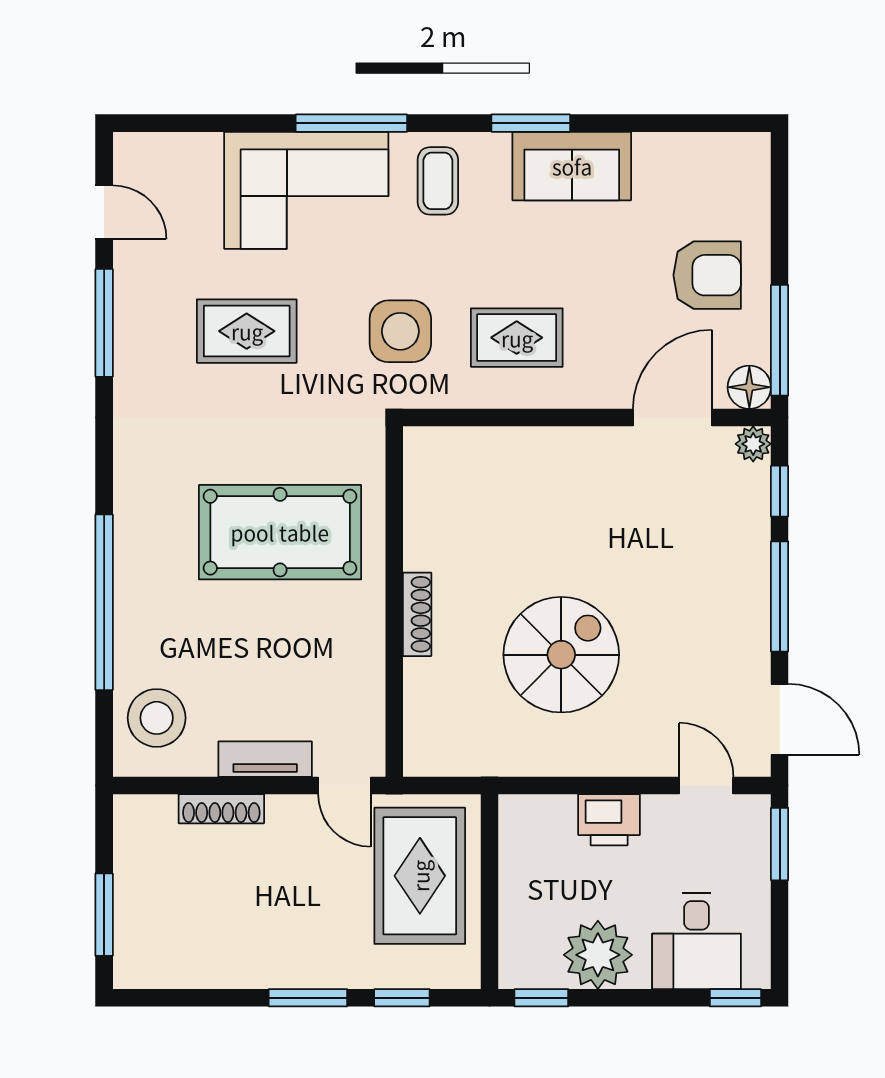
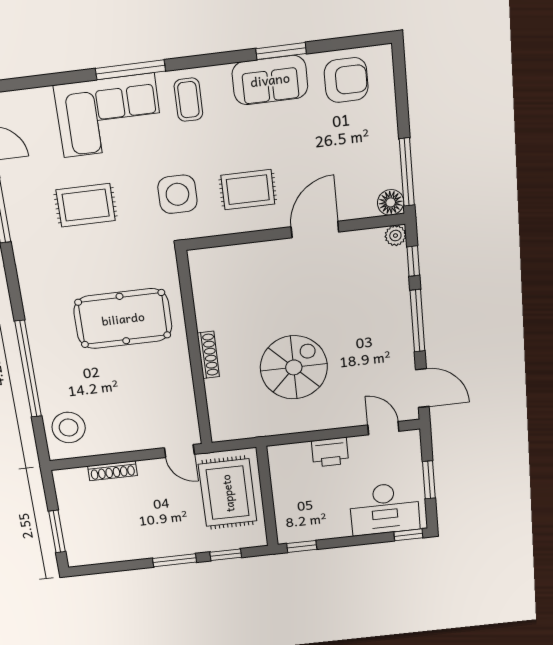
window: (531, 123) -> (281, 51), moved
armchair: (707, 275) -> (346, 80), moved
door: (672, 418) -> (315, 229), moved
tv unit: (265, 759) -> (133, 442), removed
window: (780, 844) -> (429, 480), moved
desk: (697, 941) -> (385, 509), width x1.37
plant: (598, 955) -> (331, 522), removed

